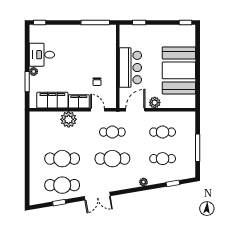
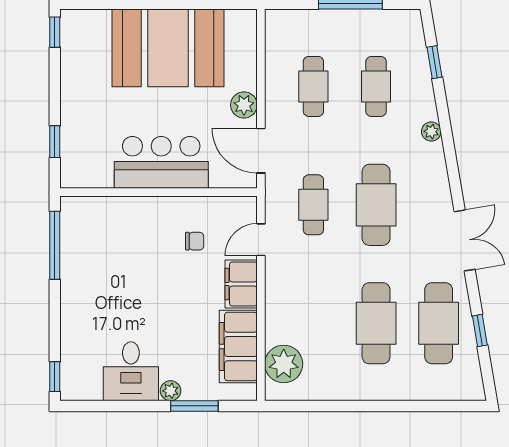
plant: (69, 119) -> (284, 364), moved

